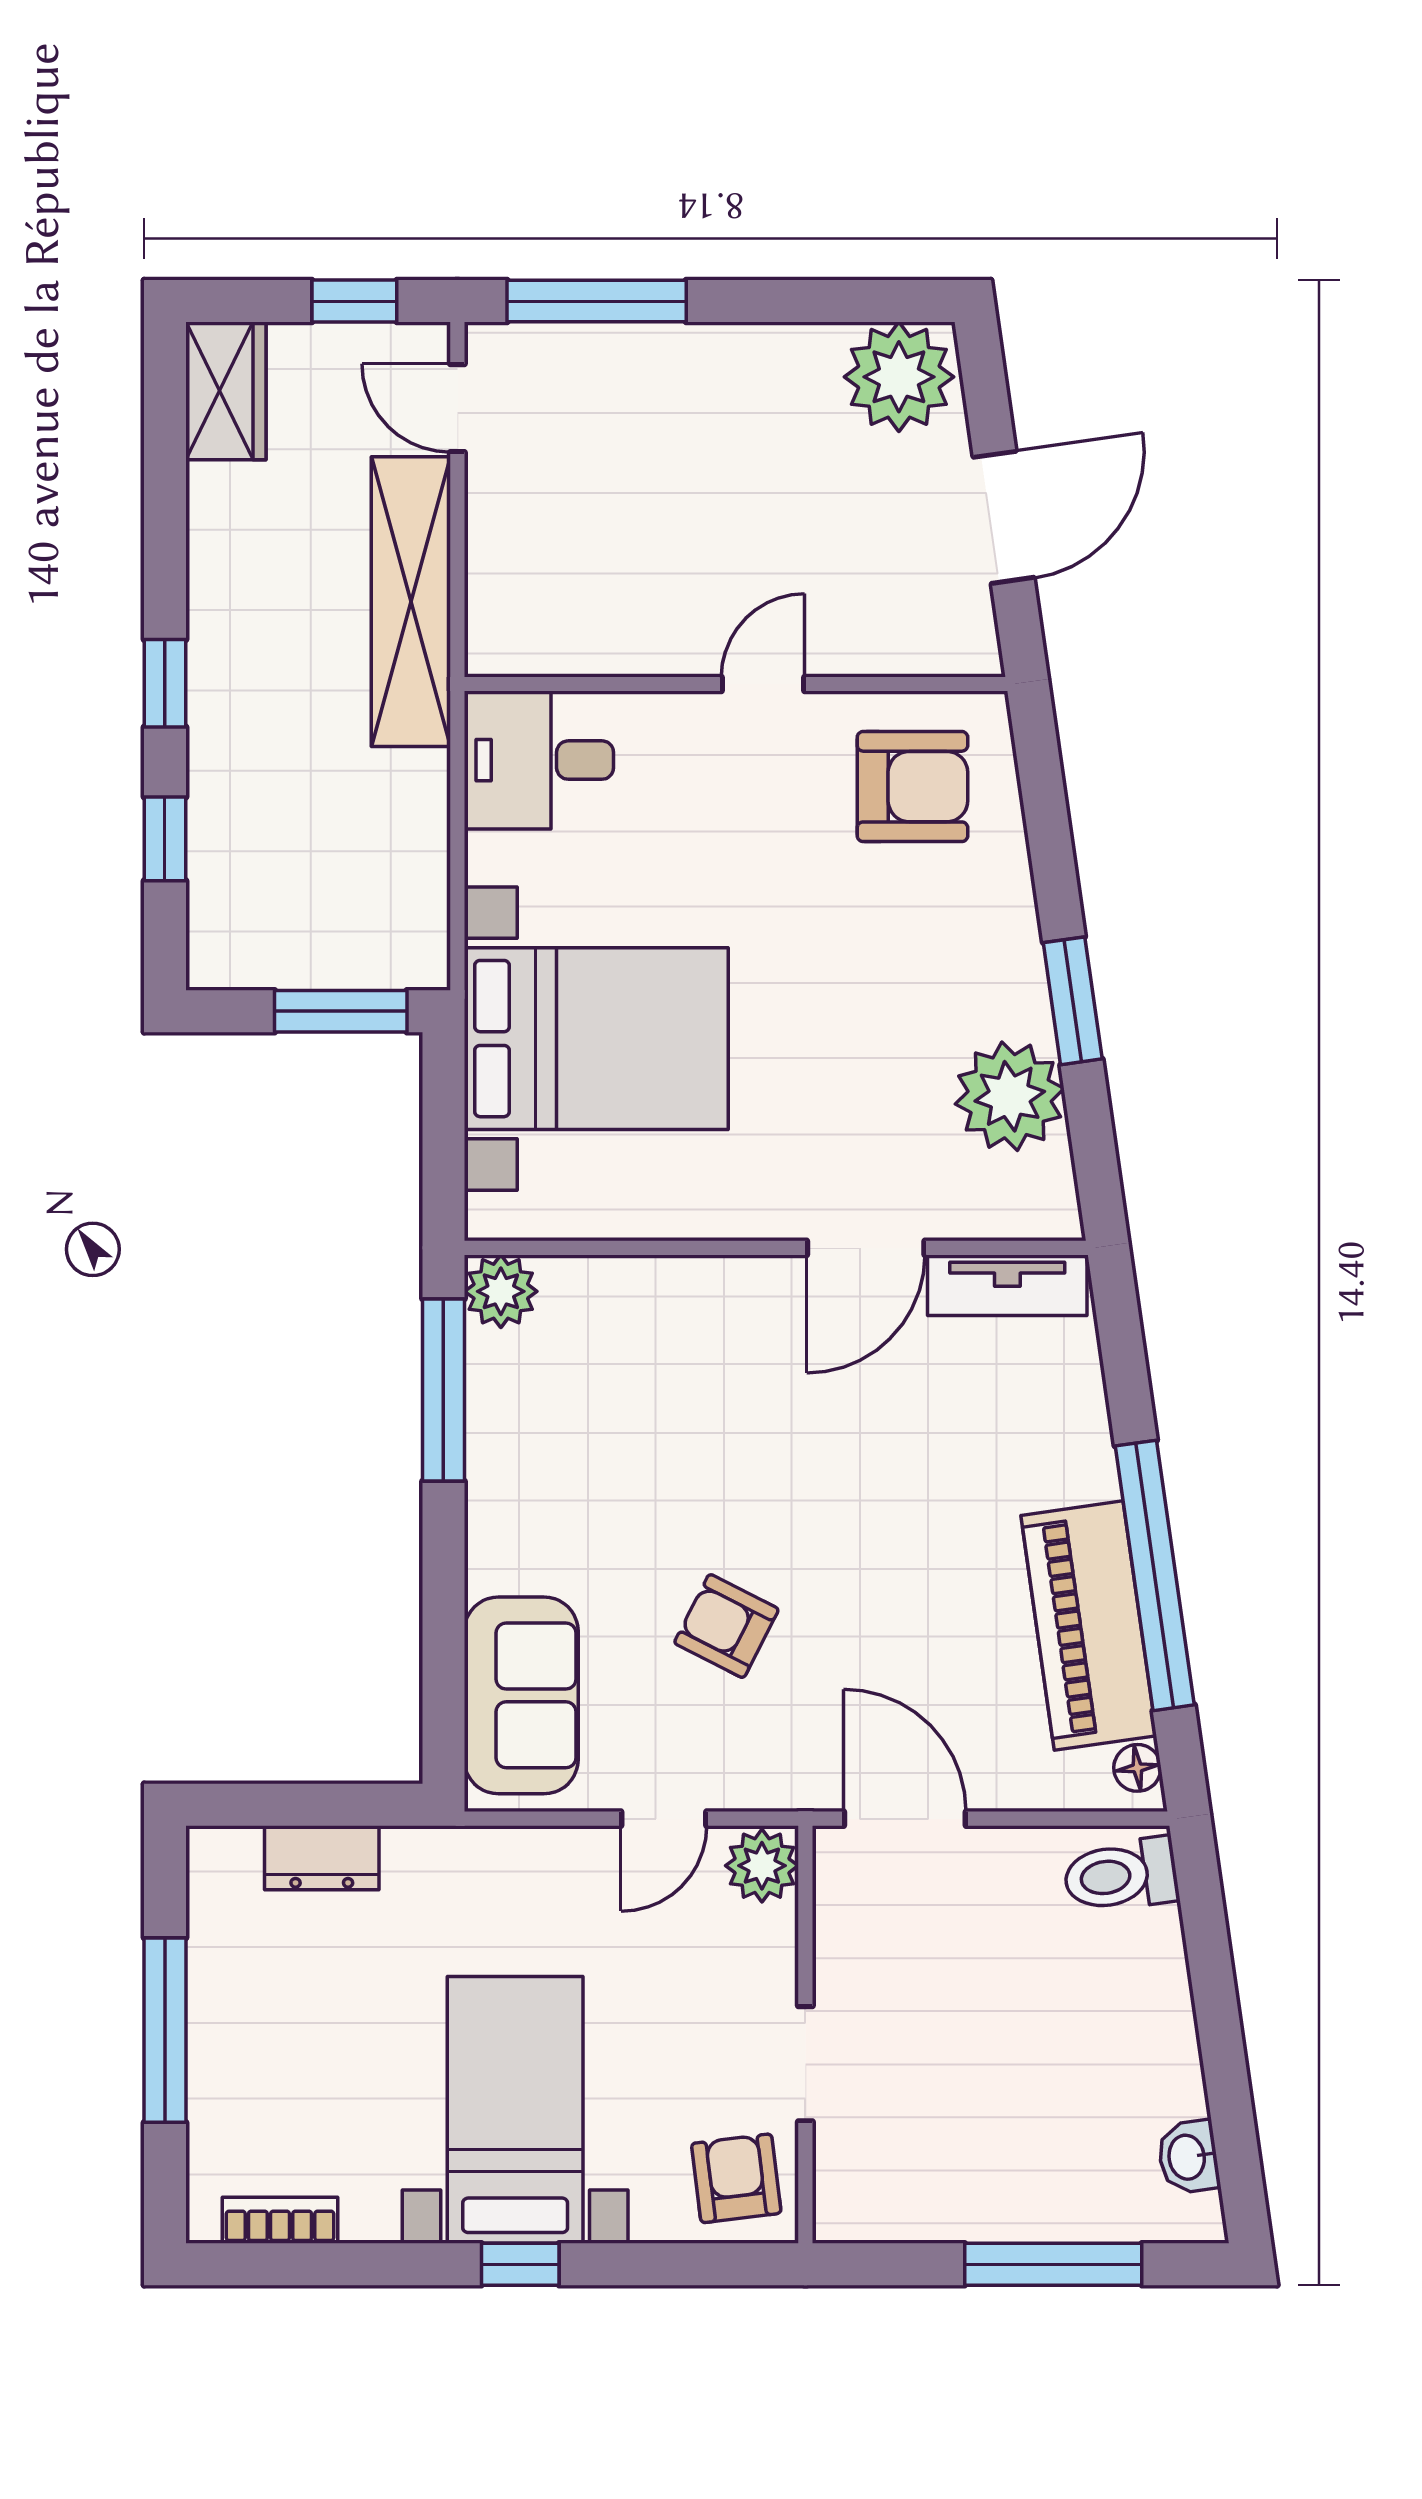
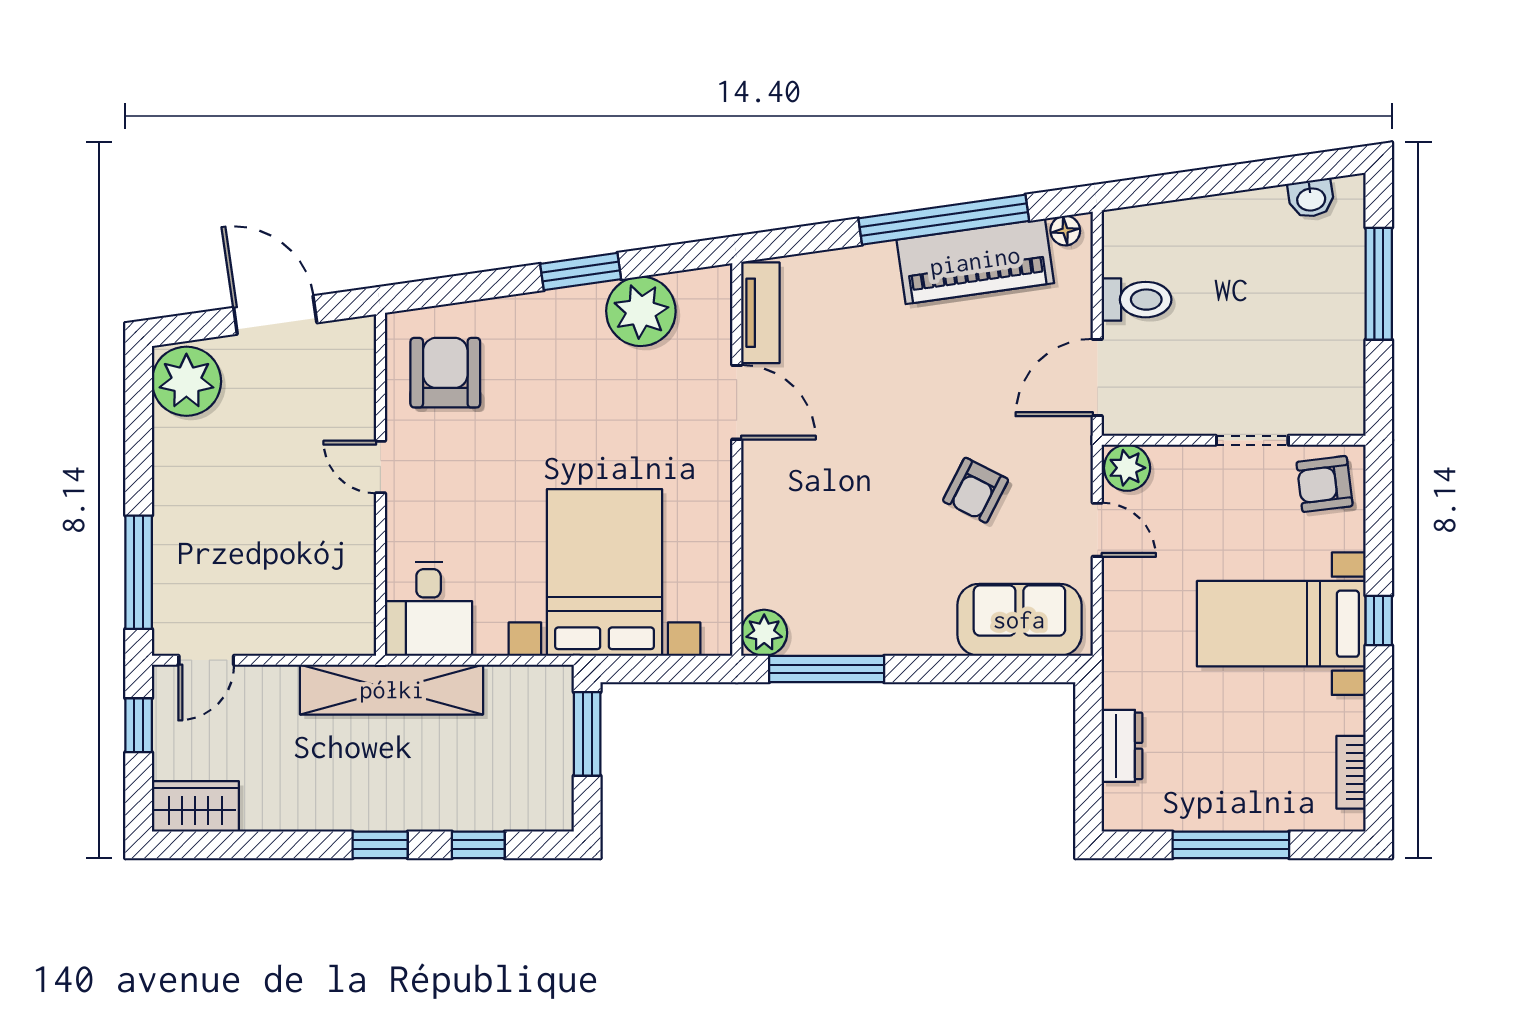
shelving: (411, 602) -> (392, 690), moved
toilet: (1121, 1875) -> (1137, 300), moved, turned -82

